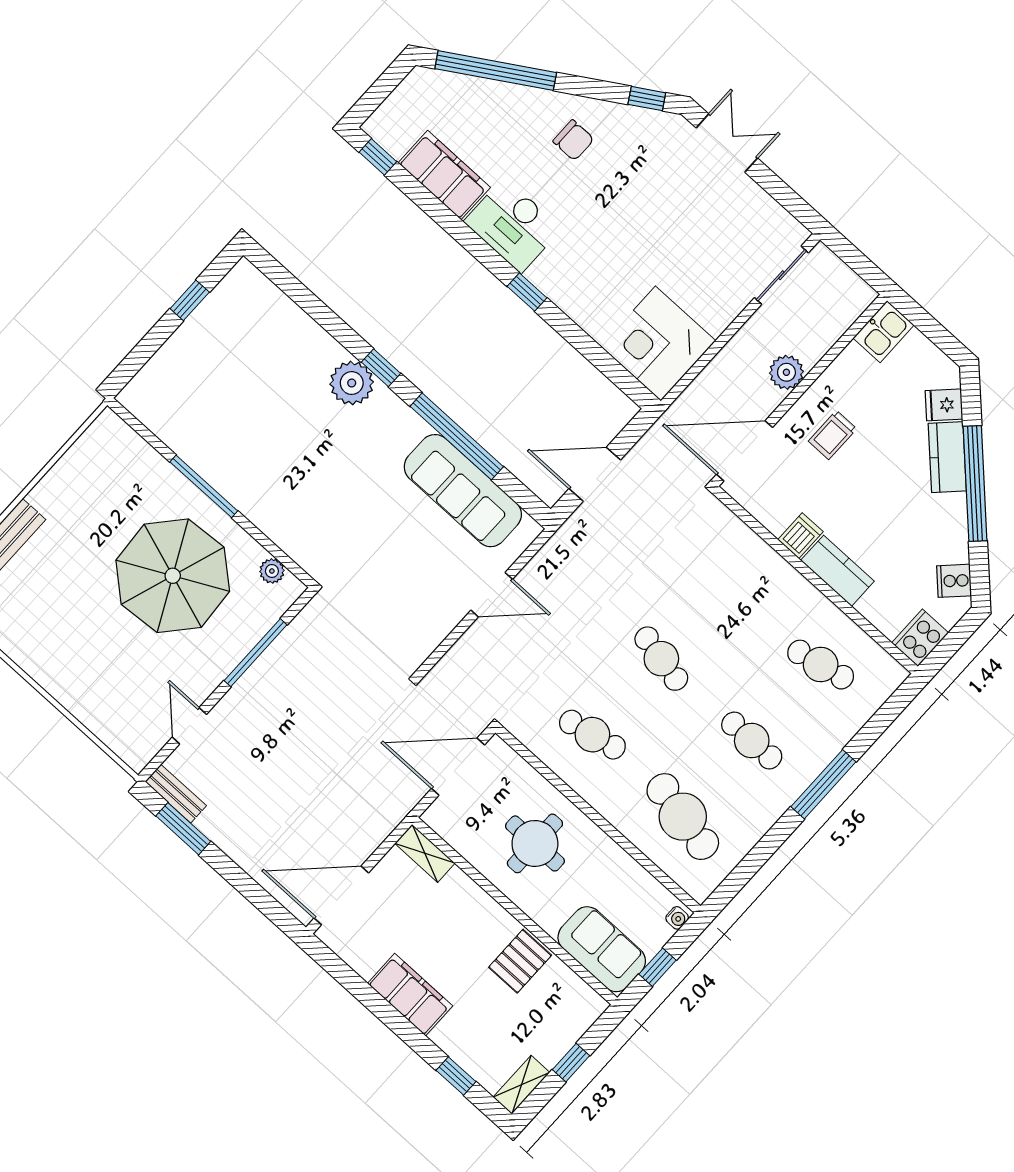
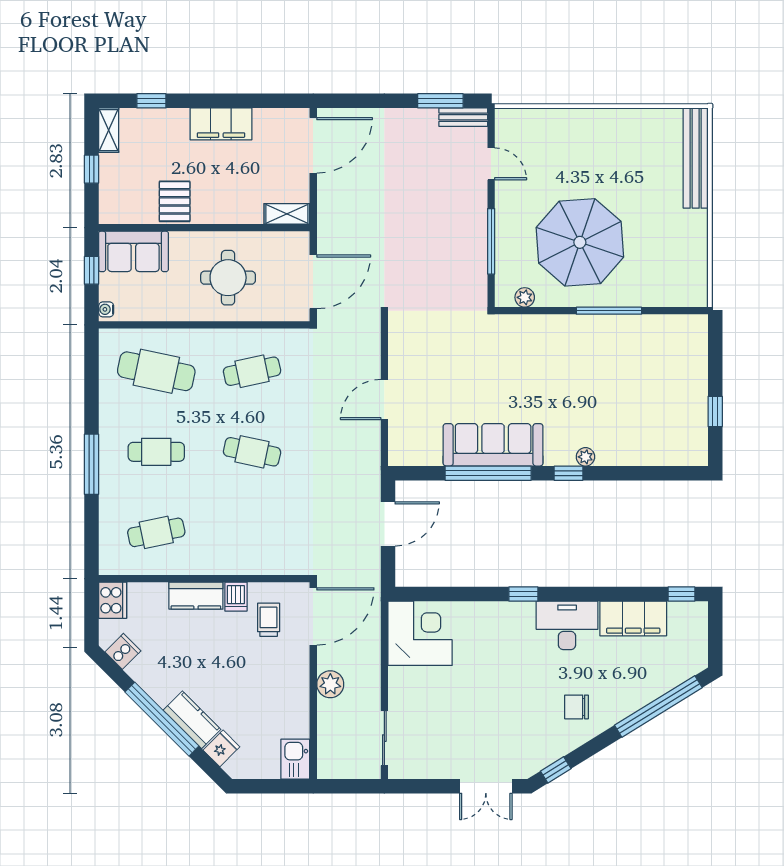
plant: (352, 383) -> (585, 457), width x0.53, depth x0.53
trolley: (833, 435) -> (269, 620), moved
sofa: (463, 491) -> (493, 445), moved

